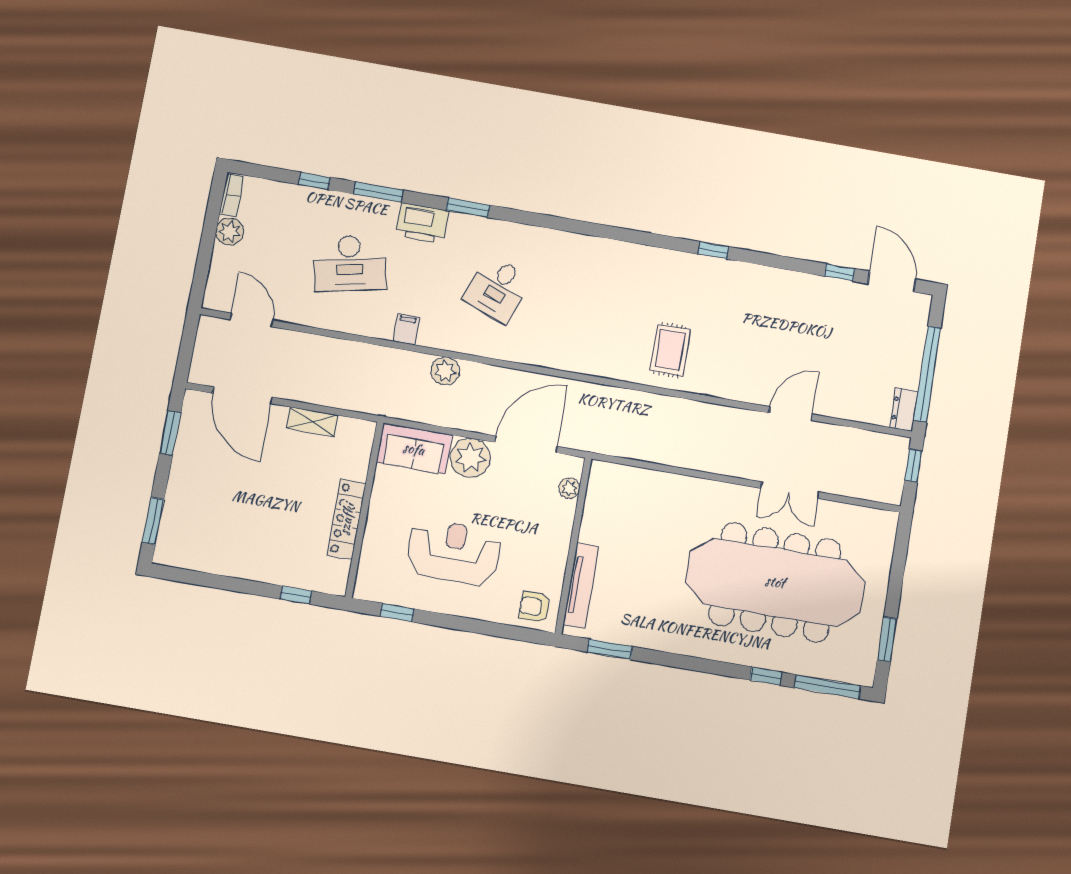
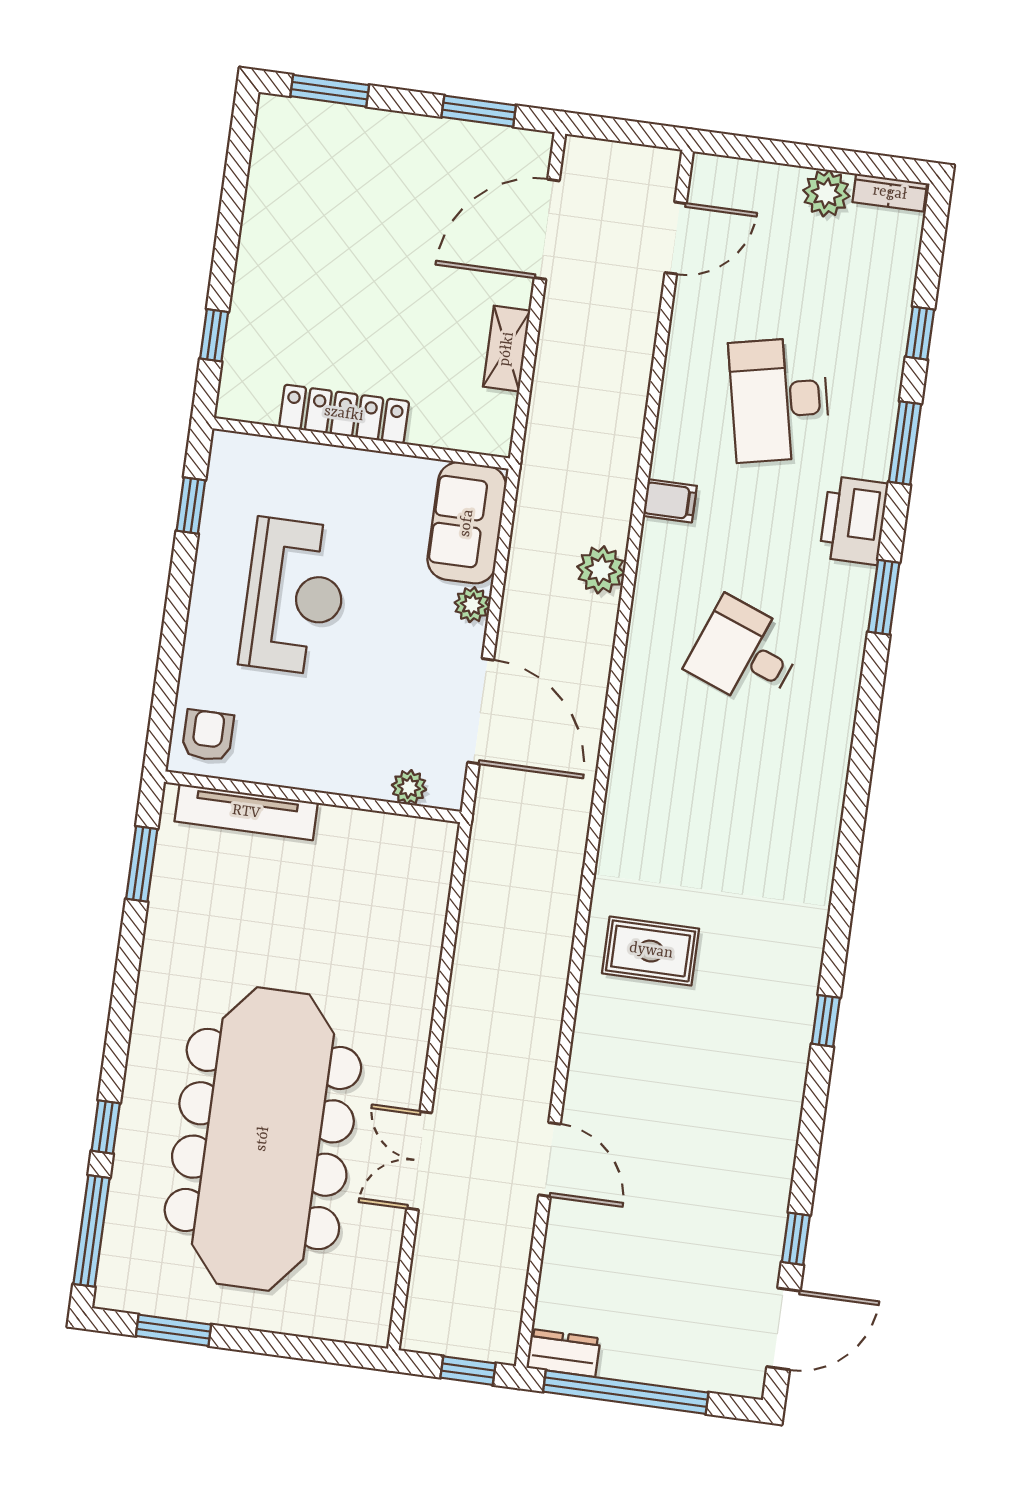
plant: (470, 458) -> (472, 605), width x0.53, depth x0.53

